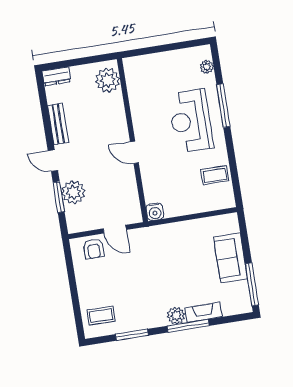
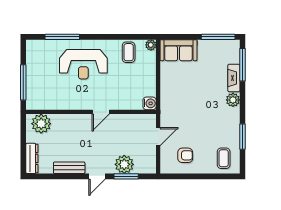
window: (156, 49) -> (23, 82), added
plant: (207, 67) -> (151, 45), moved
dresser: (56, 76) -> (32, 158), width x1.44
window: (223, 106) -> (62, 37), moved
armchair: (94, 249) -> (185, 155), moved
sofa: (231, 258) -> (178, 50), moved
window: (188, 326) -> (242, 65), moved

